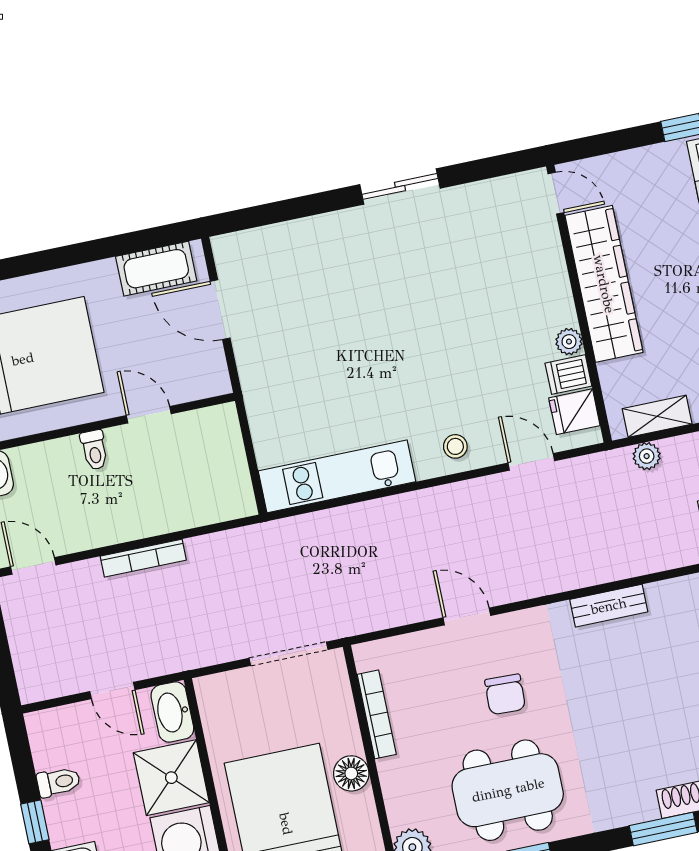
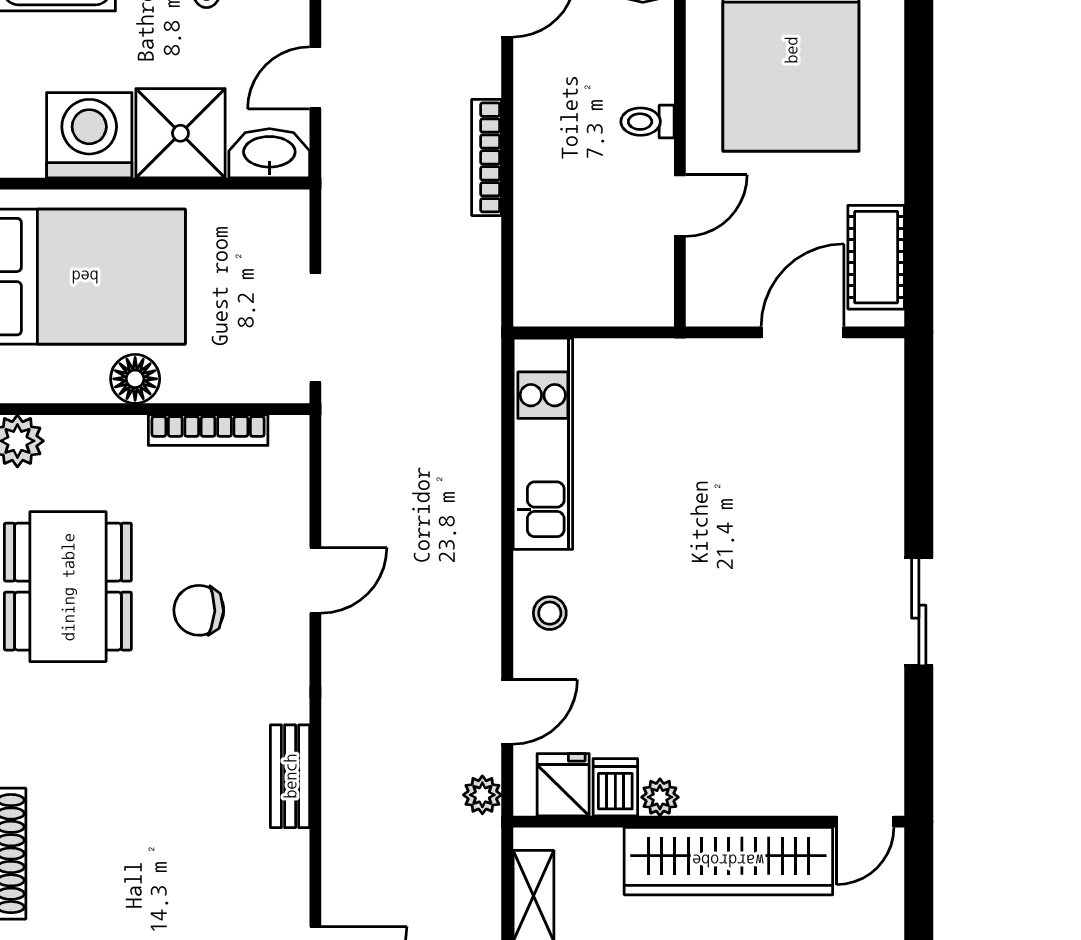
plant: (647, 456) -> (482, 795), moved

